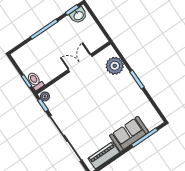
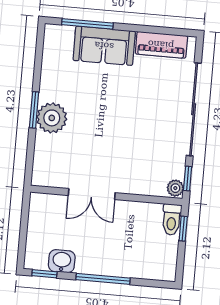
washbasin: (78, 15) -> (62, 261), moved
plant: (115, 66) -> (52, 118), moved

